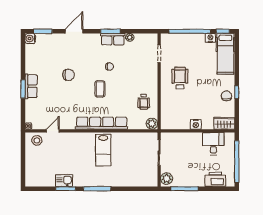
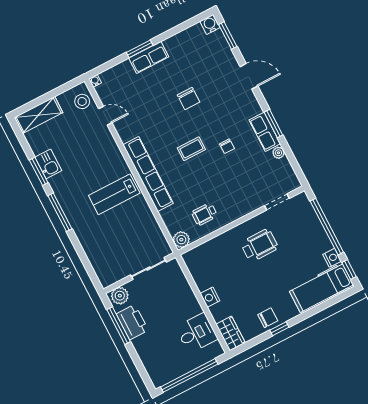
shelving: (31, 171) -> (39, 115), added
printer: (215, 179) -> (132, 322), moved

